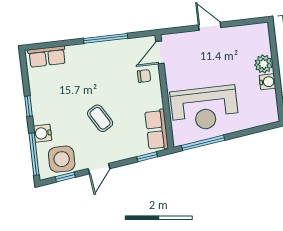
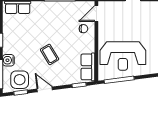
door: (99, 169) -> (45, 89), swing flipped

